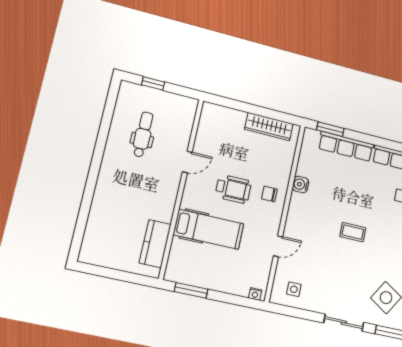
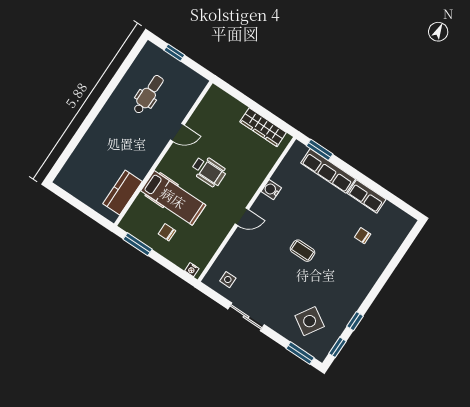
chair: (269, 194) -> (167, 232), moved
door: (278, 246) -> (242, 217), moved
sliding door: (344, 323) -> (246, 317), moved

